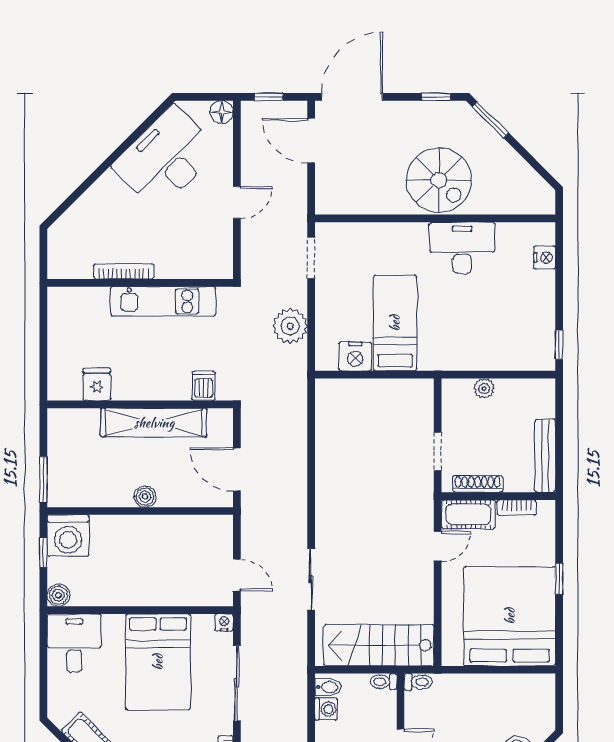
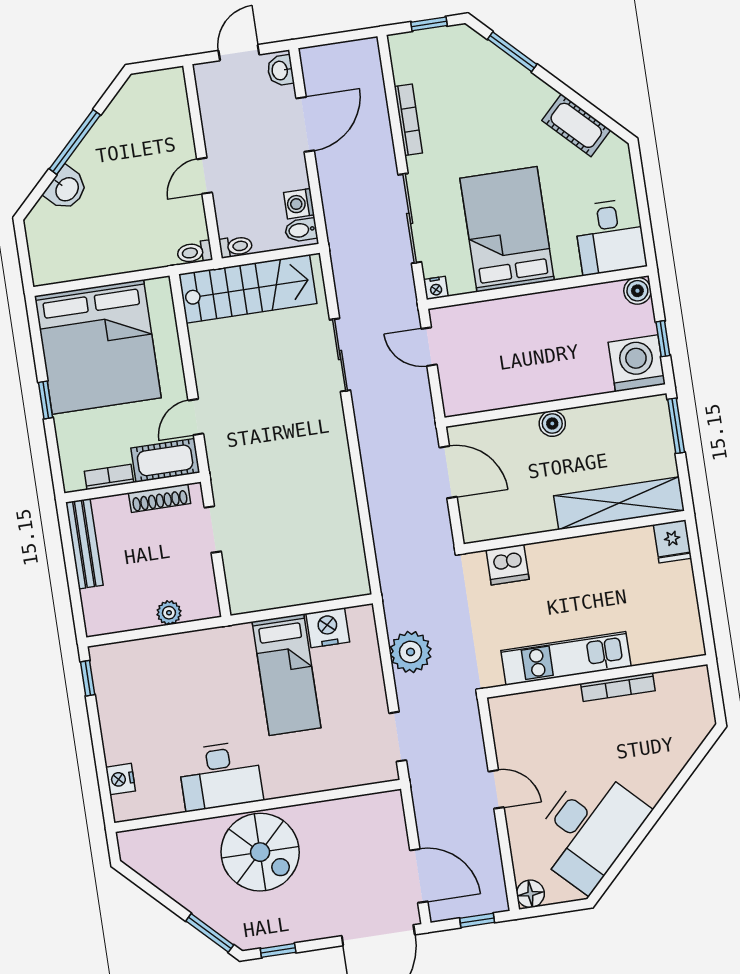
spiral stairs: (439, 180) -> (260, 852), turned 180
door: (237, 202) -> (496, 789), swing flipped
fridge: (97, 384) -> (672, 541), moved
dishwasher: (204, 386) -> (508, 565), width x1.38
shelving: (154, 423) -> (619, 503), moved

